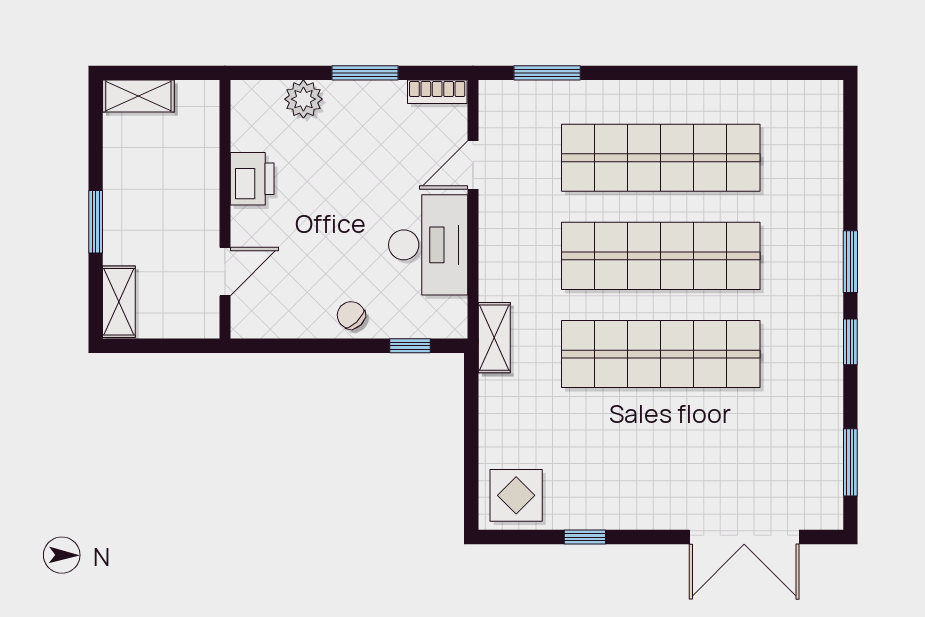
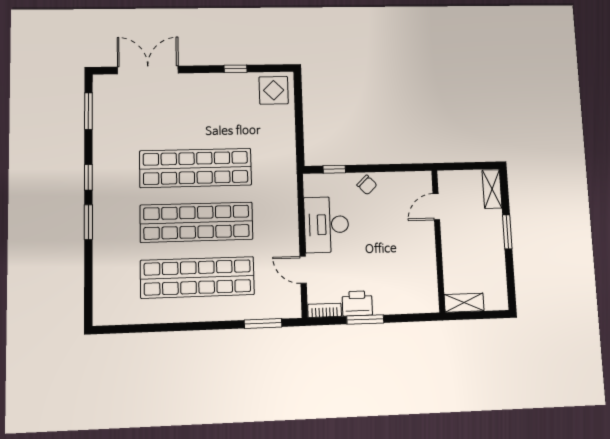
shelving: (138, 96) -> (464, 303), moved
plant: (303, 99) -> (399, 303), removed
door: (473, 165) -> (303, 270), swing flipped
printer: (252, 179) -> (357, 303), moved, turned 90
shelving: (494, 338) -> (288, 175), removed

